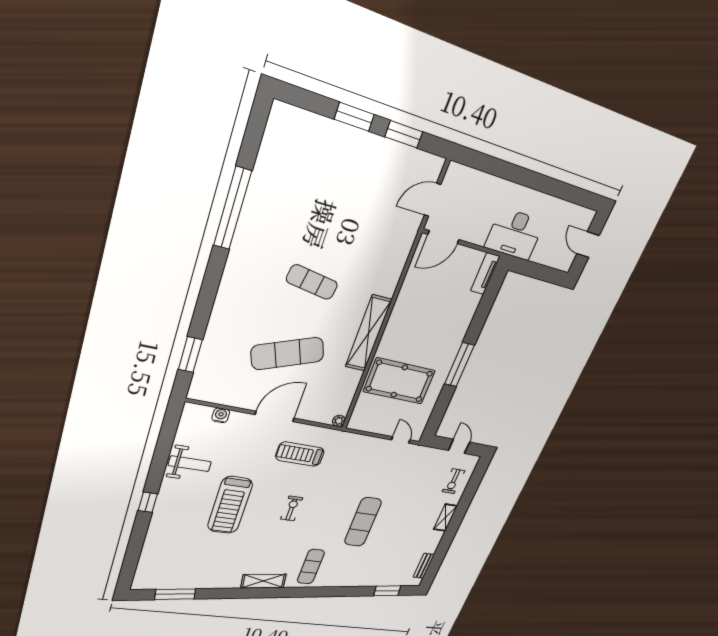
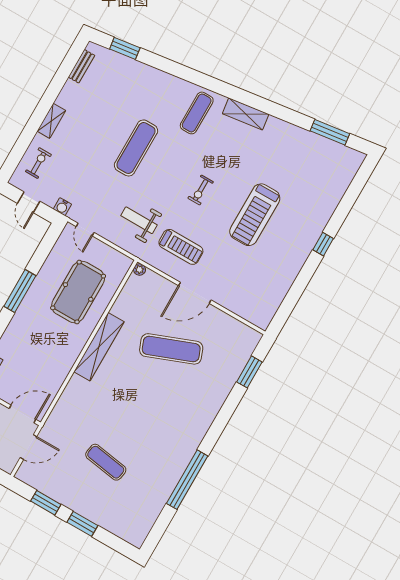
exercise mat: (312, 282) -> (106, 462), moved
pool table: (399, 381) -> (78, 292), turned 90
water cooler: (221, 415) -> (62, 207), moved
weight bench: (190, 464) -> (139, 220), moved
treadmill: (230, 505) -> (255, 215), turned 180

